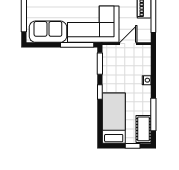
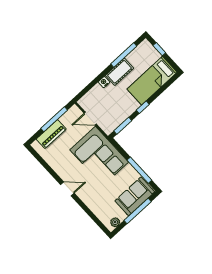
sofa: (48, 32) -> (135, 196), moved, turned 90
window: (77, 45) -> (139, 170), moved
cot: (144, 129) -> (119, 72), moved

